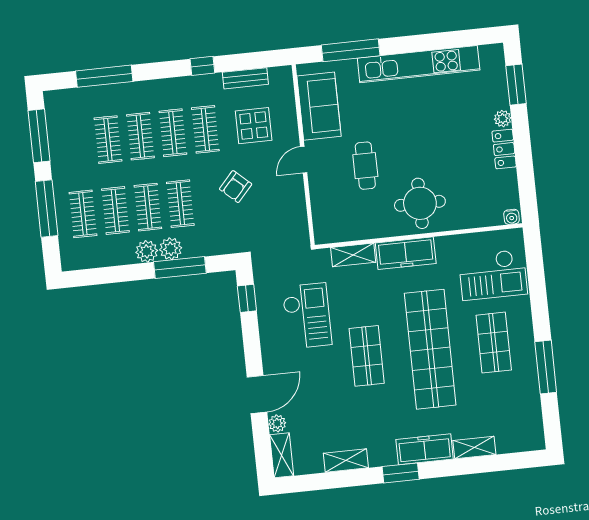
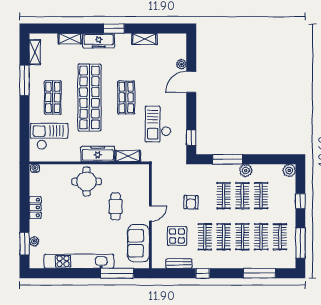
plant: (503, 119) -> (34, 241), moved
armchair: (236, 187) -> (191, 202), turned 139
window: (47, 208) -> (300, 201), width x0.46
clothes rail: (83, 214) -> (280, 237), moved
plant: (171, 249) -> (289, 171), moved
shelving: (282, 455) -> (35, 52), moved

